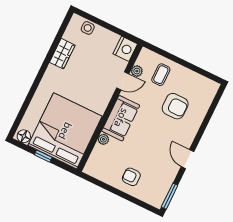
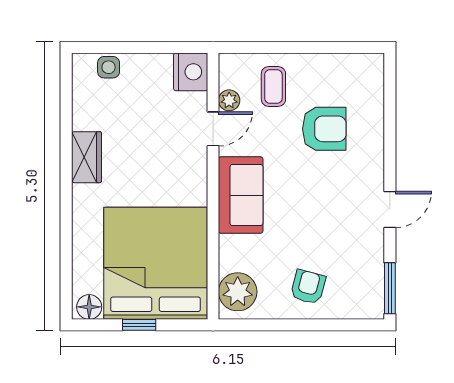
wardrobe: (62, 54) -> (86, 157), moved
plant: (103, 139) -> (238, 292), moved, width x1.88, depth x1.88
door: (188, 159) -> (390, 209), swing flipped
armchair: (131, 177) -> (308, 287), turned 105

